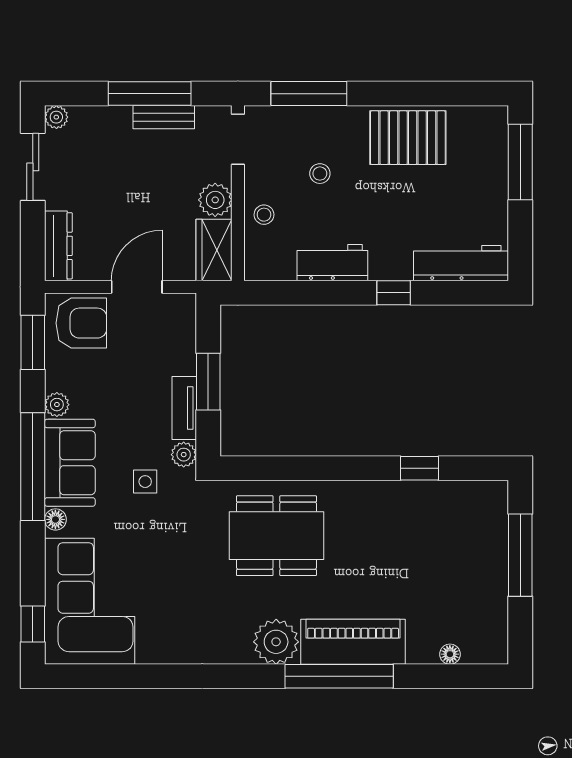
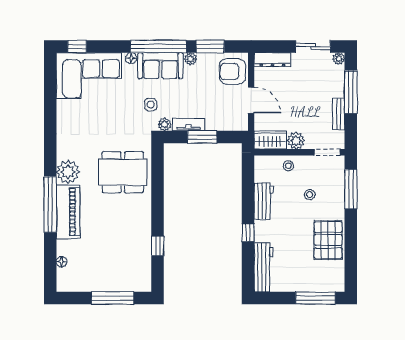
window: (150, 94) -> (351, 92), moved
armchair: (81, 323) -> (232, 71), turned 90
window: (33, 342) -> (210, 46), moved
dining table: (276, 536) -> (123, 172), turned 90

